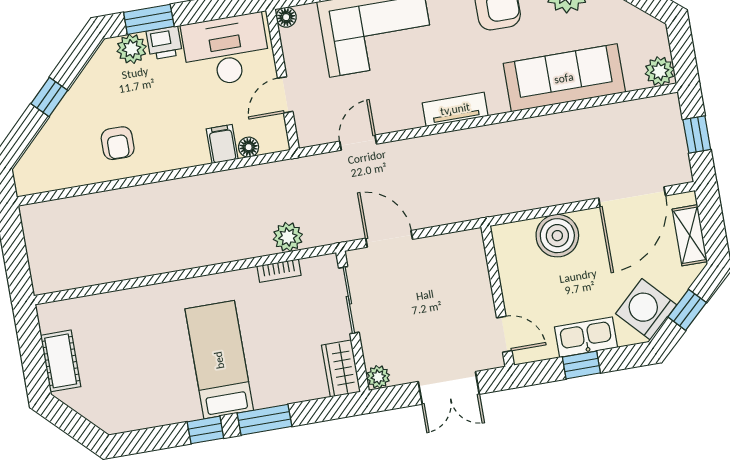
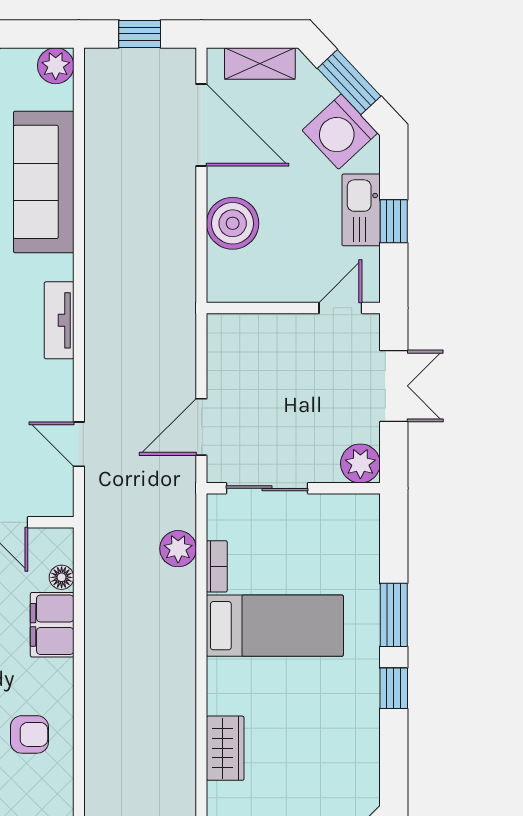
filing cabinet: (222, 144) -> (52, 625), width x2.00
window: (687, 310) -> (349, 82), width x1.50
bed: (219, 360) -> (275, 626), moved, turned 180
wardrobe: (341, 369) -> (225, 748), moved, turned -90
plant: (378, 377) -> (360, 463), width x1.38, depth x1.38

